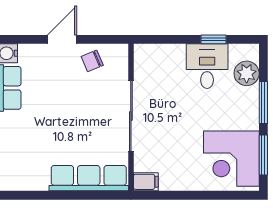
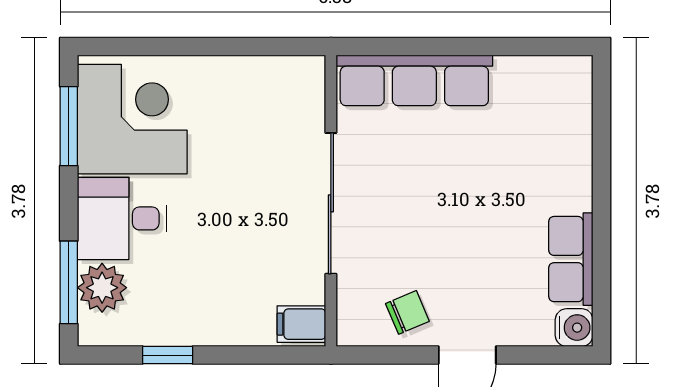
desk: (207, 66) -> (122, 218), moved, turned 90
window: (263, 102) -> (69, 282), moved
filing cabinet: (146, 182) -> (301, 324), moved

